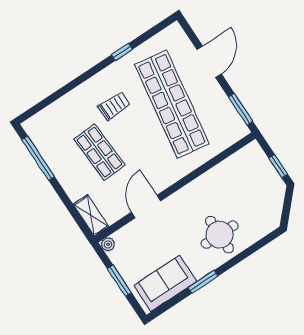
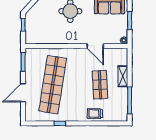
trolley: (114, 106) -> (95, 114), moved
door: (146, 207) -> (95, 46), hinge flipped
shelving: (91, 215) -> (123, 76), moved

